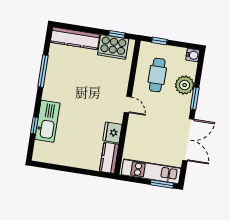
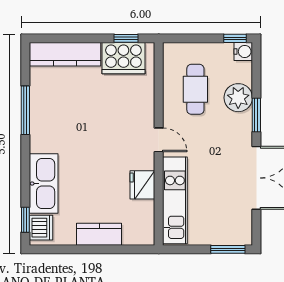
window: (159, 41) -> (235, 38), moved
window: (34, 125) -> (25, 220), moved
dishwasher: (41, 150) -> (41, 228), added
kitchen counter: (109, 158) -> (99, 234), moved, turned 90
kitchen unit: (151, 171) -> (175, 200), moved, turned 90

